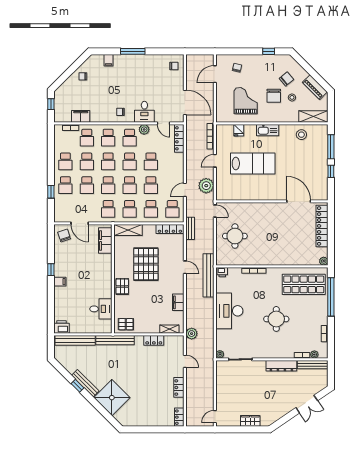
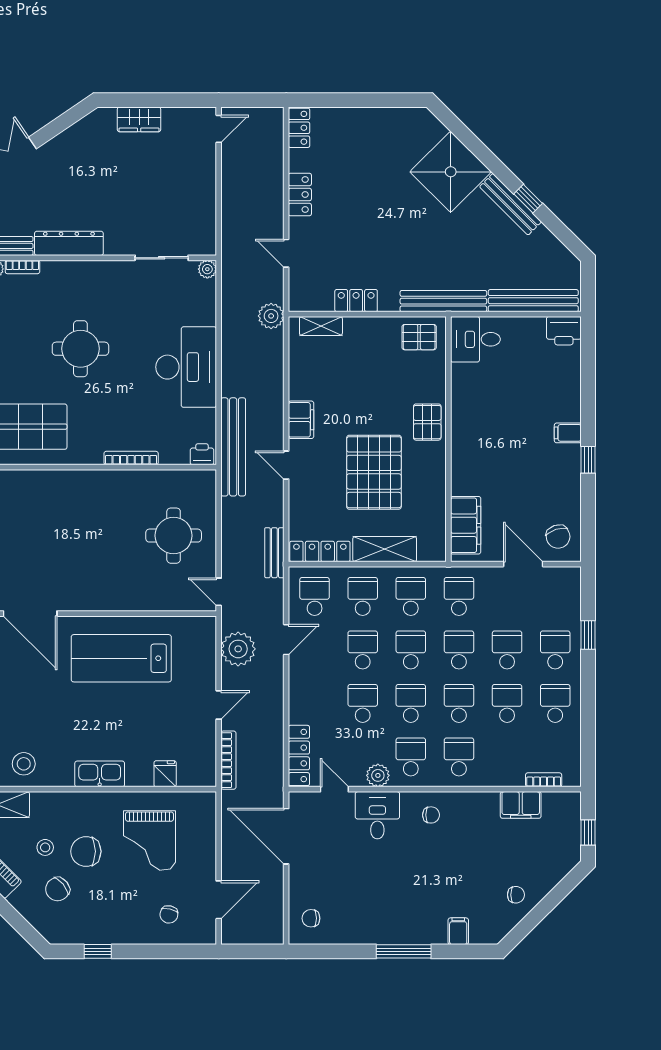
chair: (274, 96) -> (86, 851), turned -90
school desk: (87, 138) -> (507, 757), removed
lab bench: (253, 164) -> (121, 658), moved
shelving: (128, 230) -> (385, 549), moved
filing cabinet: (178, 302) -> (301, 420), moved
desk: (101, 309) -> (475, 339), moved

